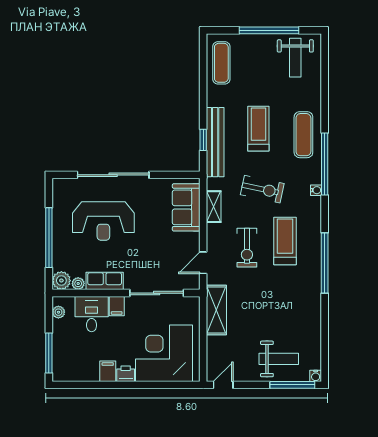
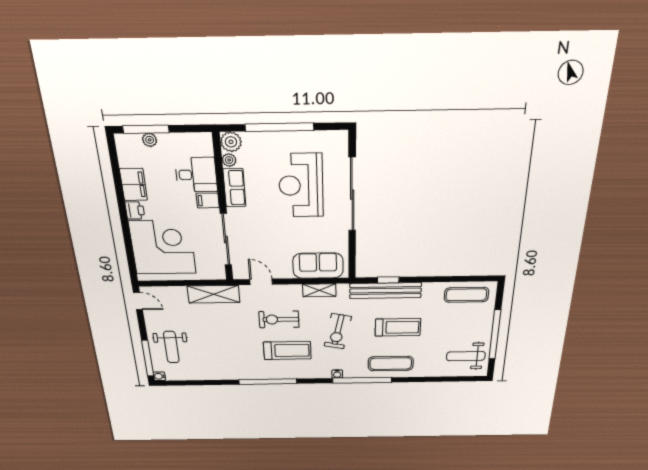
plant: (58, 312) -> (150, 140), moved
filing cabinet: (108, 371) -> (133, 184), width x2.00

